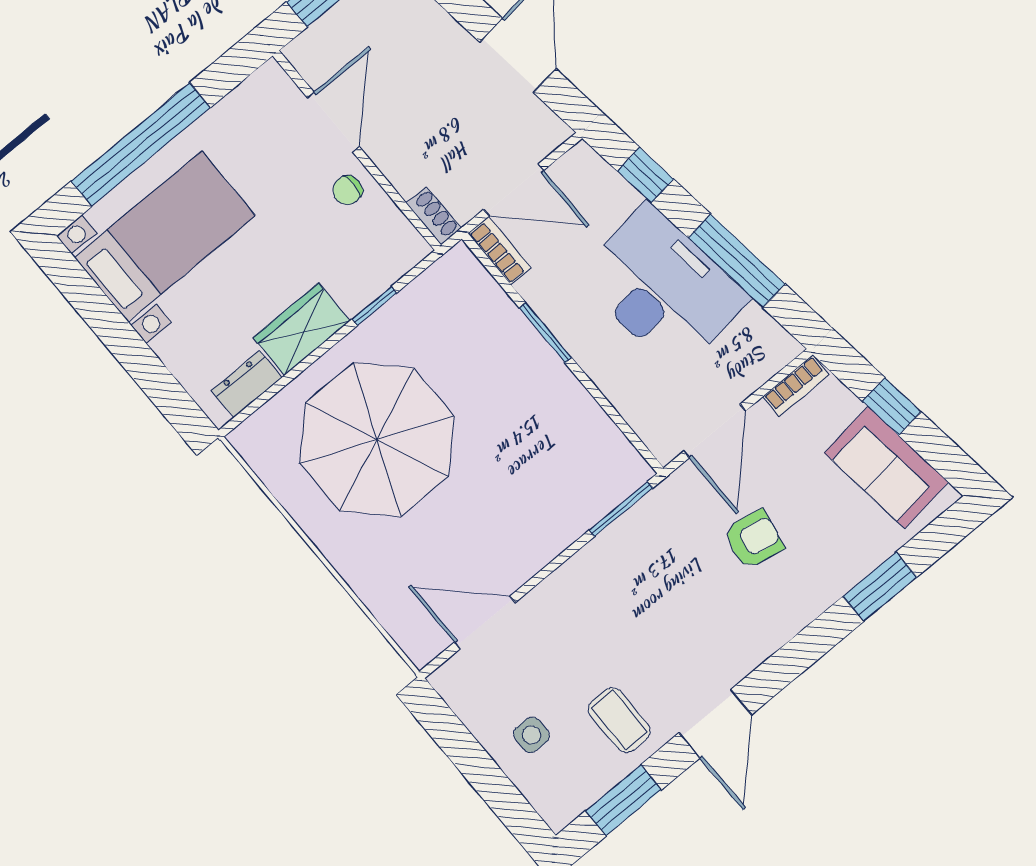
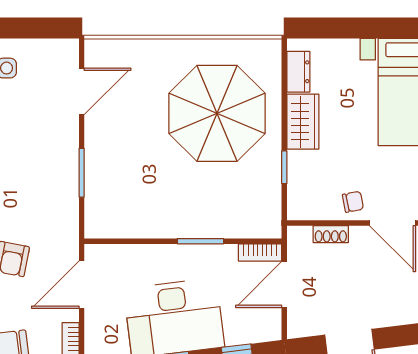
chair: (347, 190) -> (353, 202), turned 79
shoe rack: (434, 216) -> (331, 234), moved
door: (715, 431) -> (82, 285), hinge flipped
window: (621, 509) -> (82, 173), moved

